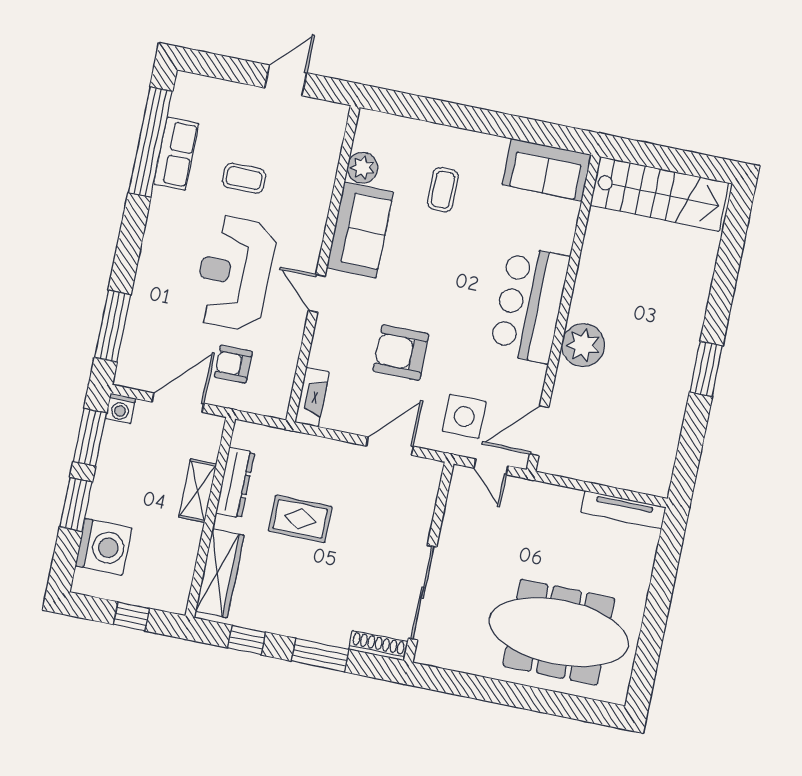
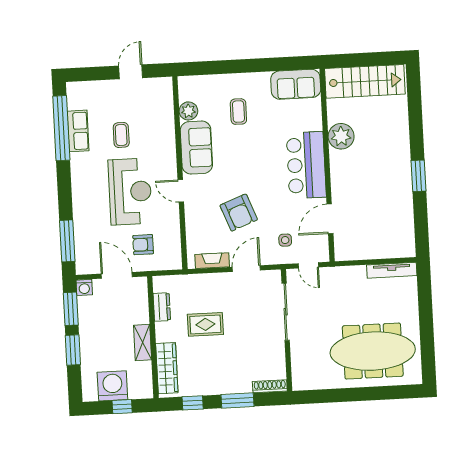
coffee table: (244, 178) -> (121, 135), turned 90
reception desk: (235, 273) -> (130, 192), turned 180
plant: (583, 345) -> (341, 136), moved
armchair: (401, 353) -> (239, 213), turned -111
fireplace: (312, 397) -> (212, 261), moved, turned -90
door: (178, 403) -> (117, 275), hinge flipped
side table: (464, 416) -> (285, 240), width x0.54, depth x0.54
door: (539, 431) -> (330, 219), moved
dresser: (235, 483) -> (162, 307), width x0.70
shelving: (198, 491) -> (143, 343), moved
washing machine: (104, 547) -> (112, 386), moved, turned -90
sliding door: (422, 593) -> (286, 312), moved

